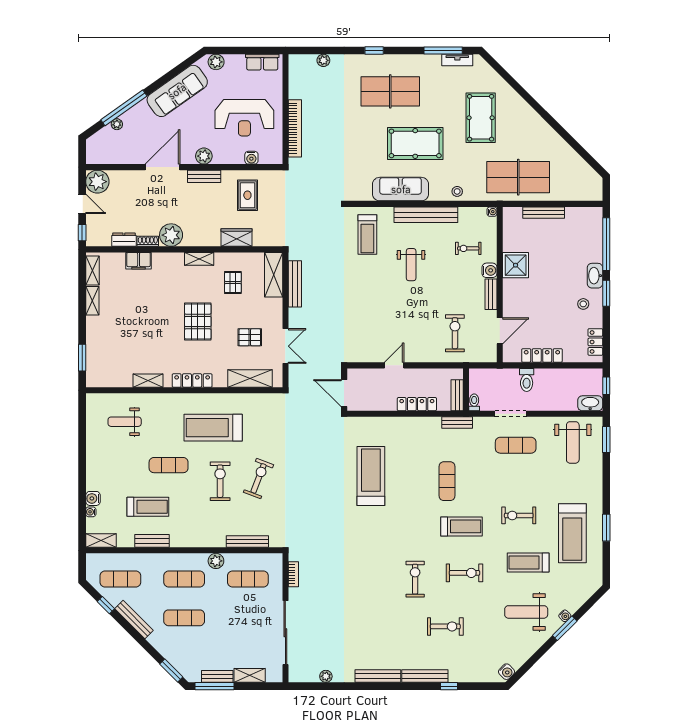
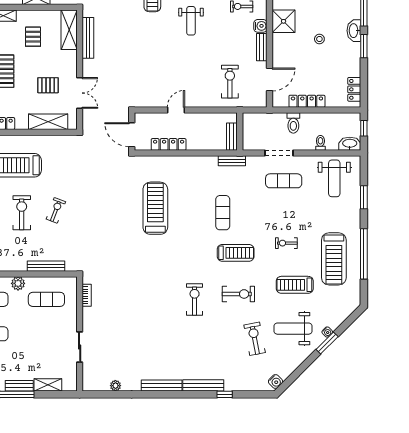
stool: (583, 304) -> (319, 39), moved
toilet: (474, 402) -> (320, 143), moved
locker: (417, 404) -> (169, 144), moved
window: (606, 439) -> (364, 197), moved
exercise bike: (259, 478) -> (56, 210), width x0.73, depth x0.72
exercise bike: (519, 515) -> (286, 243), width x0.73, depth x0.72
window: (606, 528) -> (364, 254), width x2.11
exercise bike: (445, 626) -> (255, 339), moved, turned -101
sliding door: (285, 633) -> (80, 347), width x0.54

